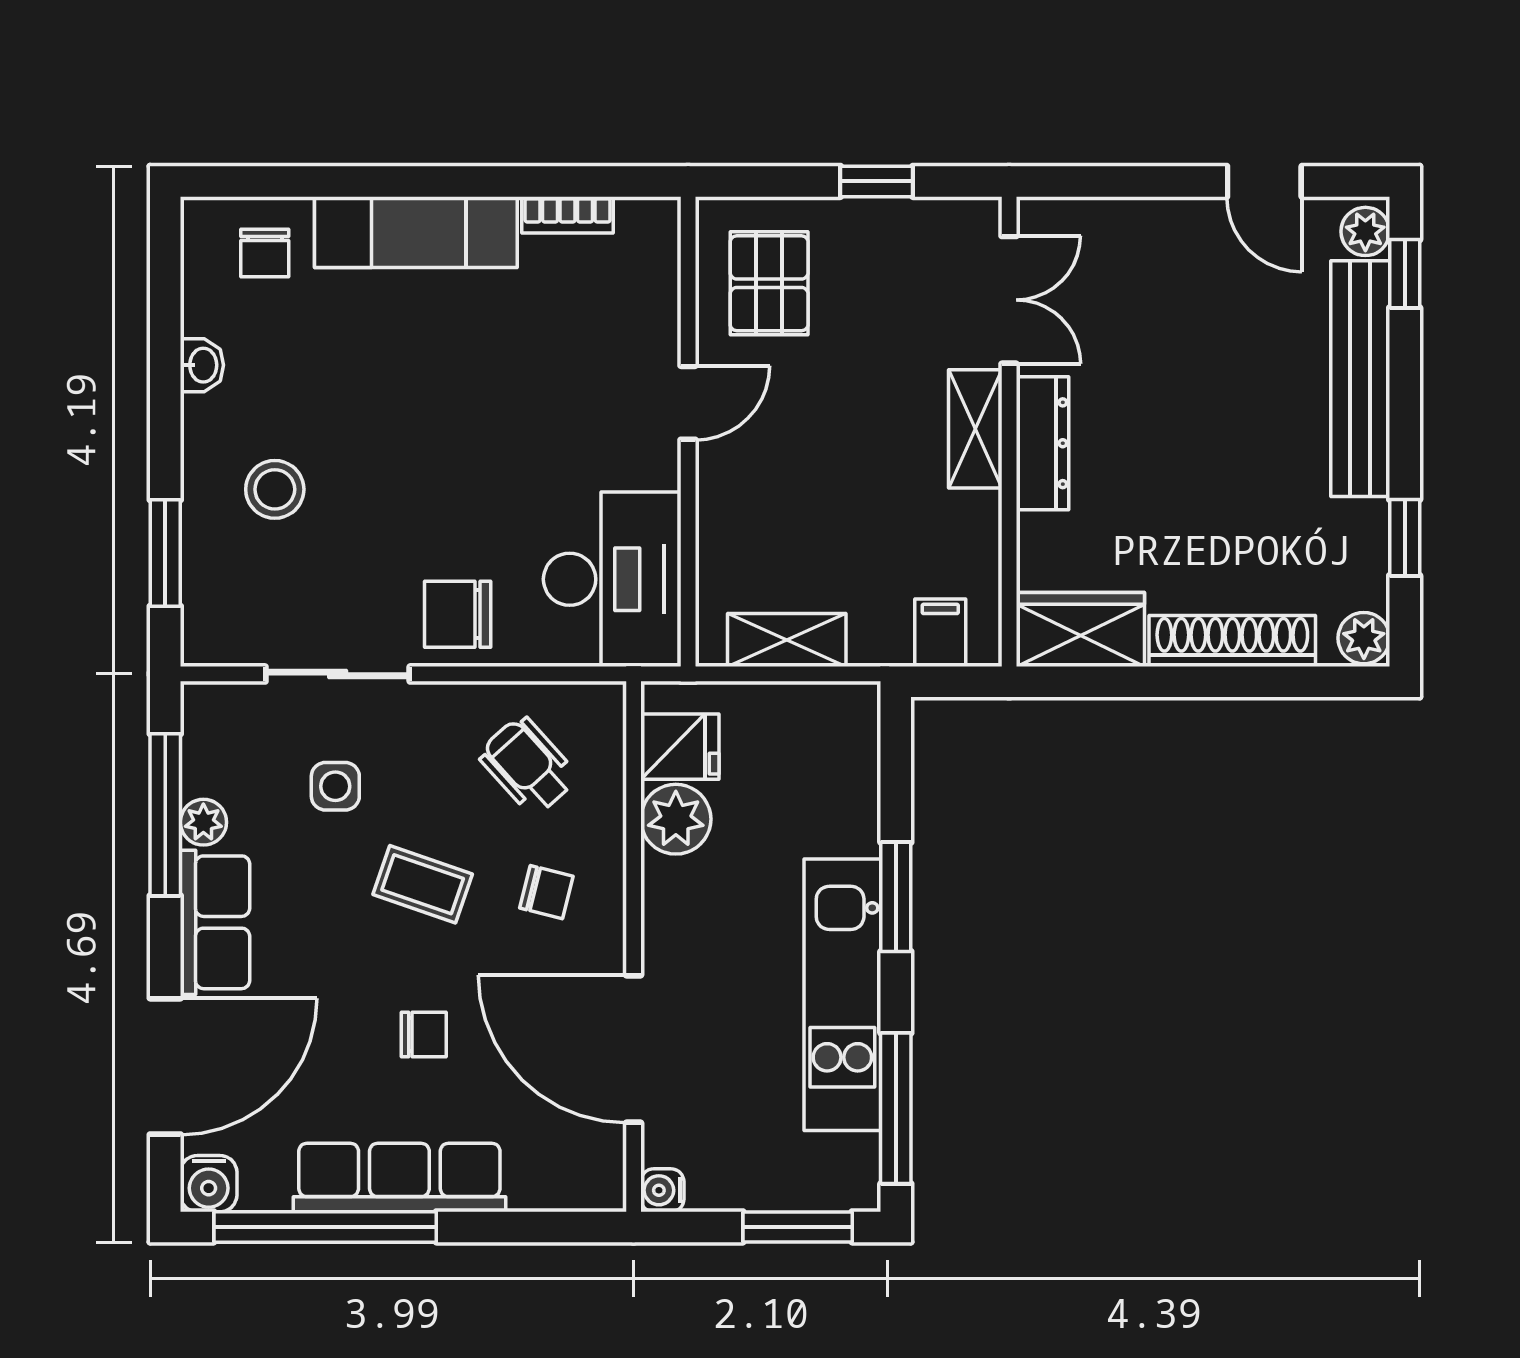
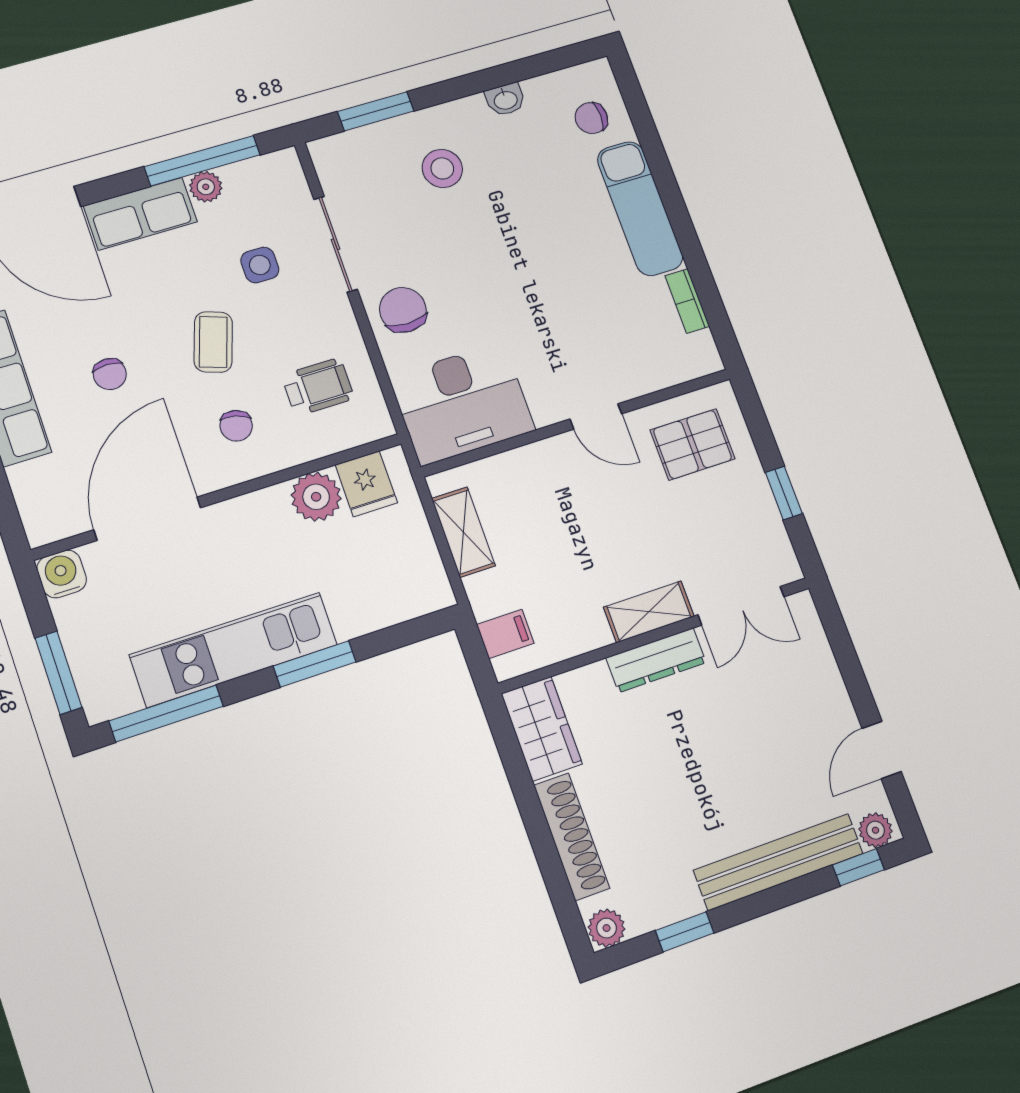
wheelchair: (528, 766) -> (318, 387), turned 42
water cooler: (662, 1190) -> (62, 574), width x1.38, depth x1.38

